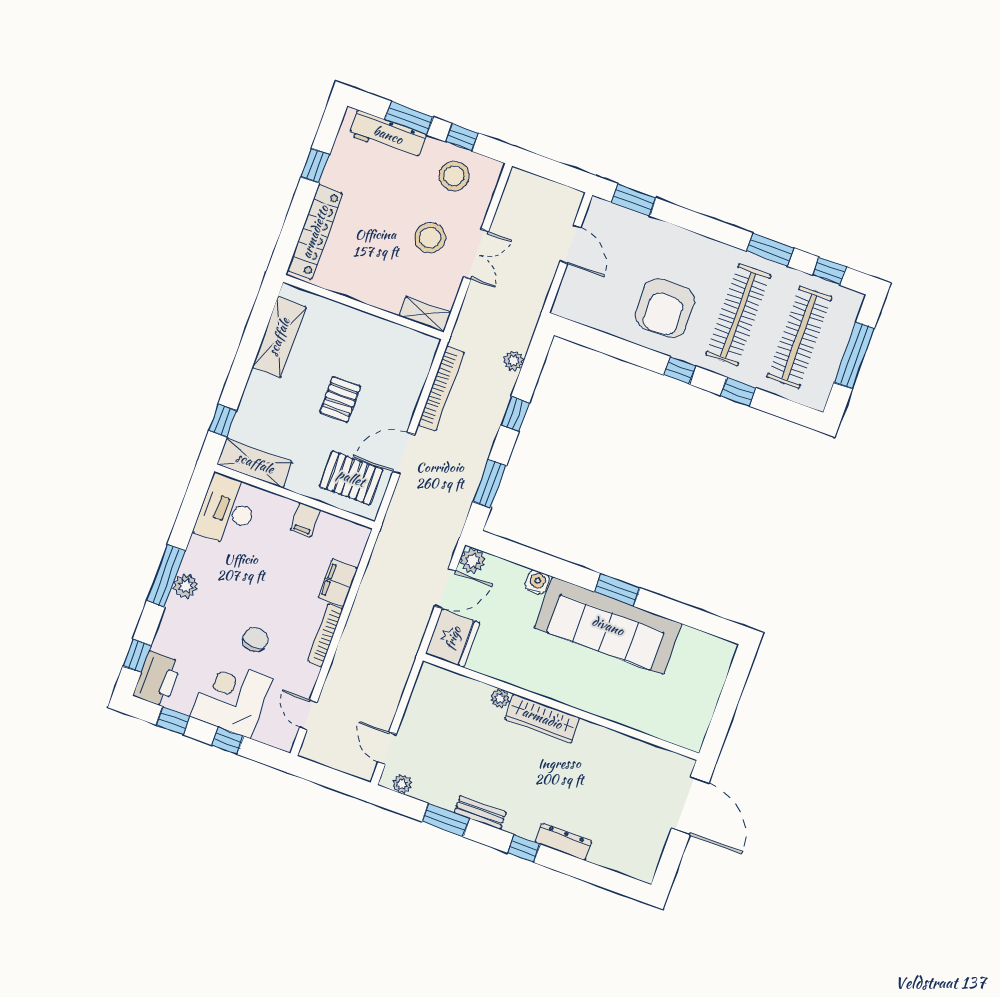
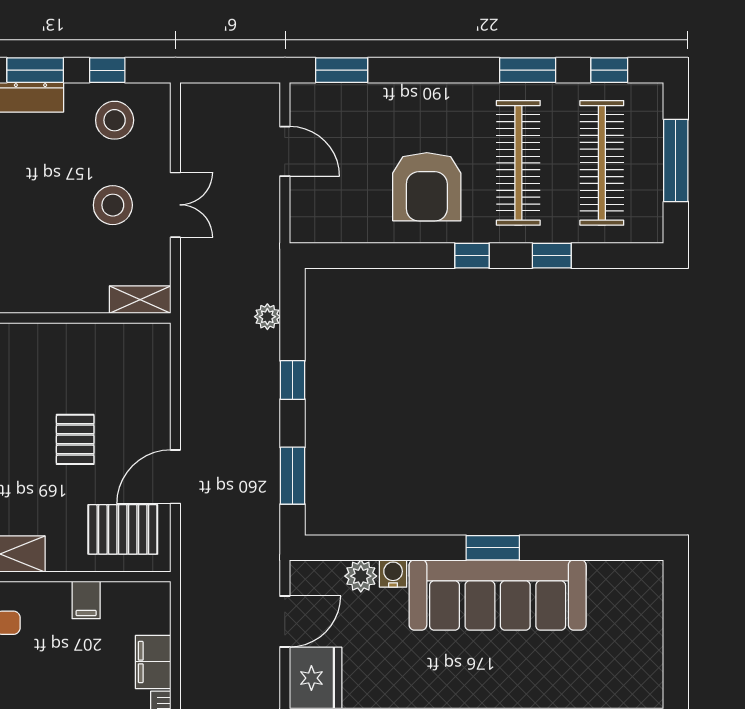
bookcase: (441, 388) -> (192, 382), removed
plant: (473, 561) -> (361, 576), moved

